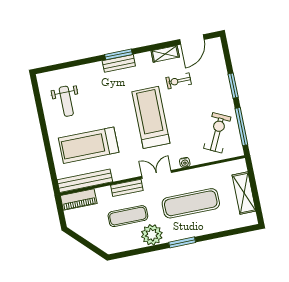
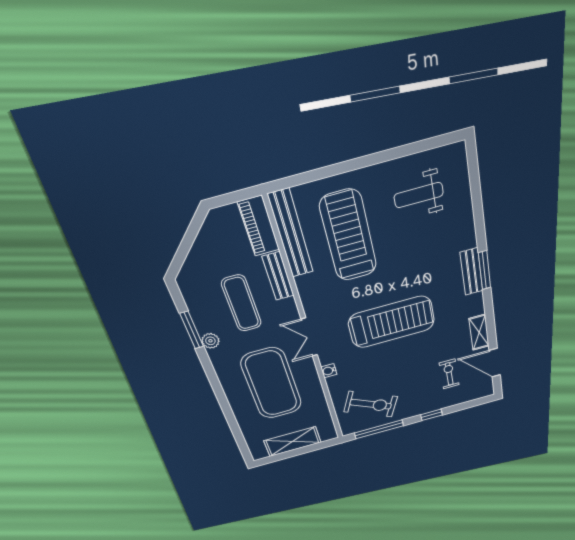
exercise bike: (179, 81) -> (449, 374), moved
window: (233, 86) -> (431, 415), width x0.67
double door: (157, 174) -> (309, 337), swing flipped
bench: (127, 188) -> (278, 276), moved
exercise mat: (191, 203) -> (272, 384), width x1.47
plant: (152, 235) -> (210, 341), width x0.53, depth x0.53
window: (182, 242) -> (192, 330), moved

